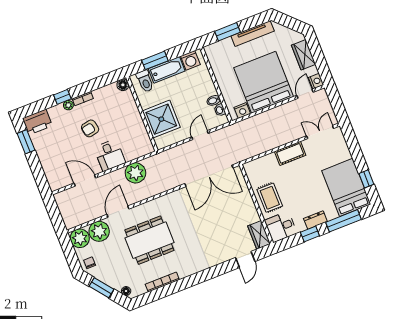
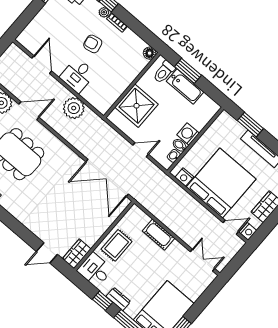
washing machine: (190, 60) -> (188, 134), moved, turned 90
cot: (290, 153) -> (158, 235), moved

